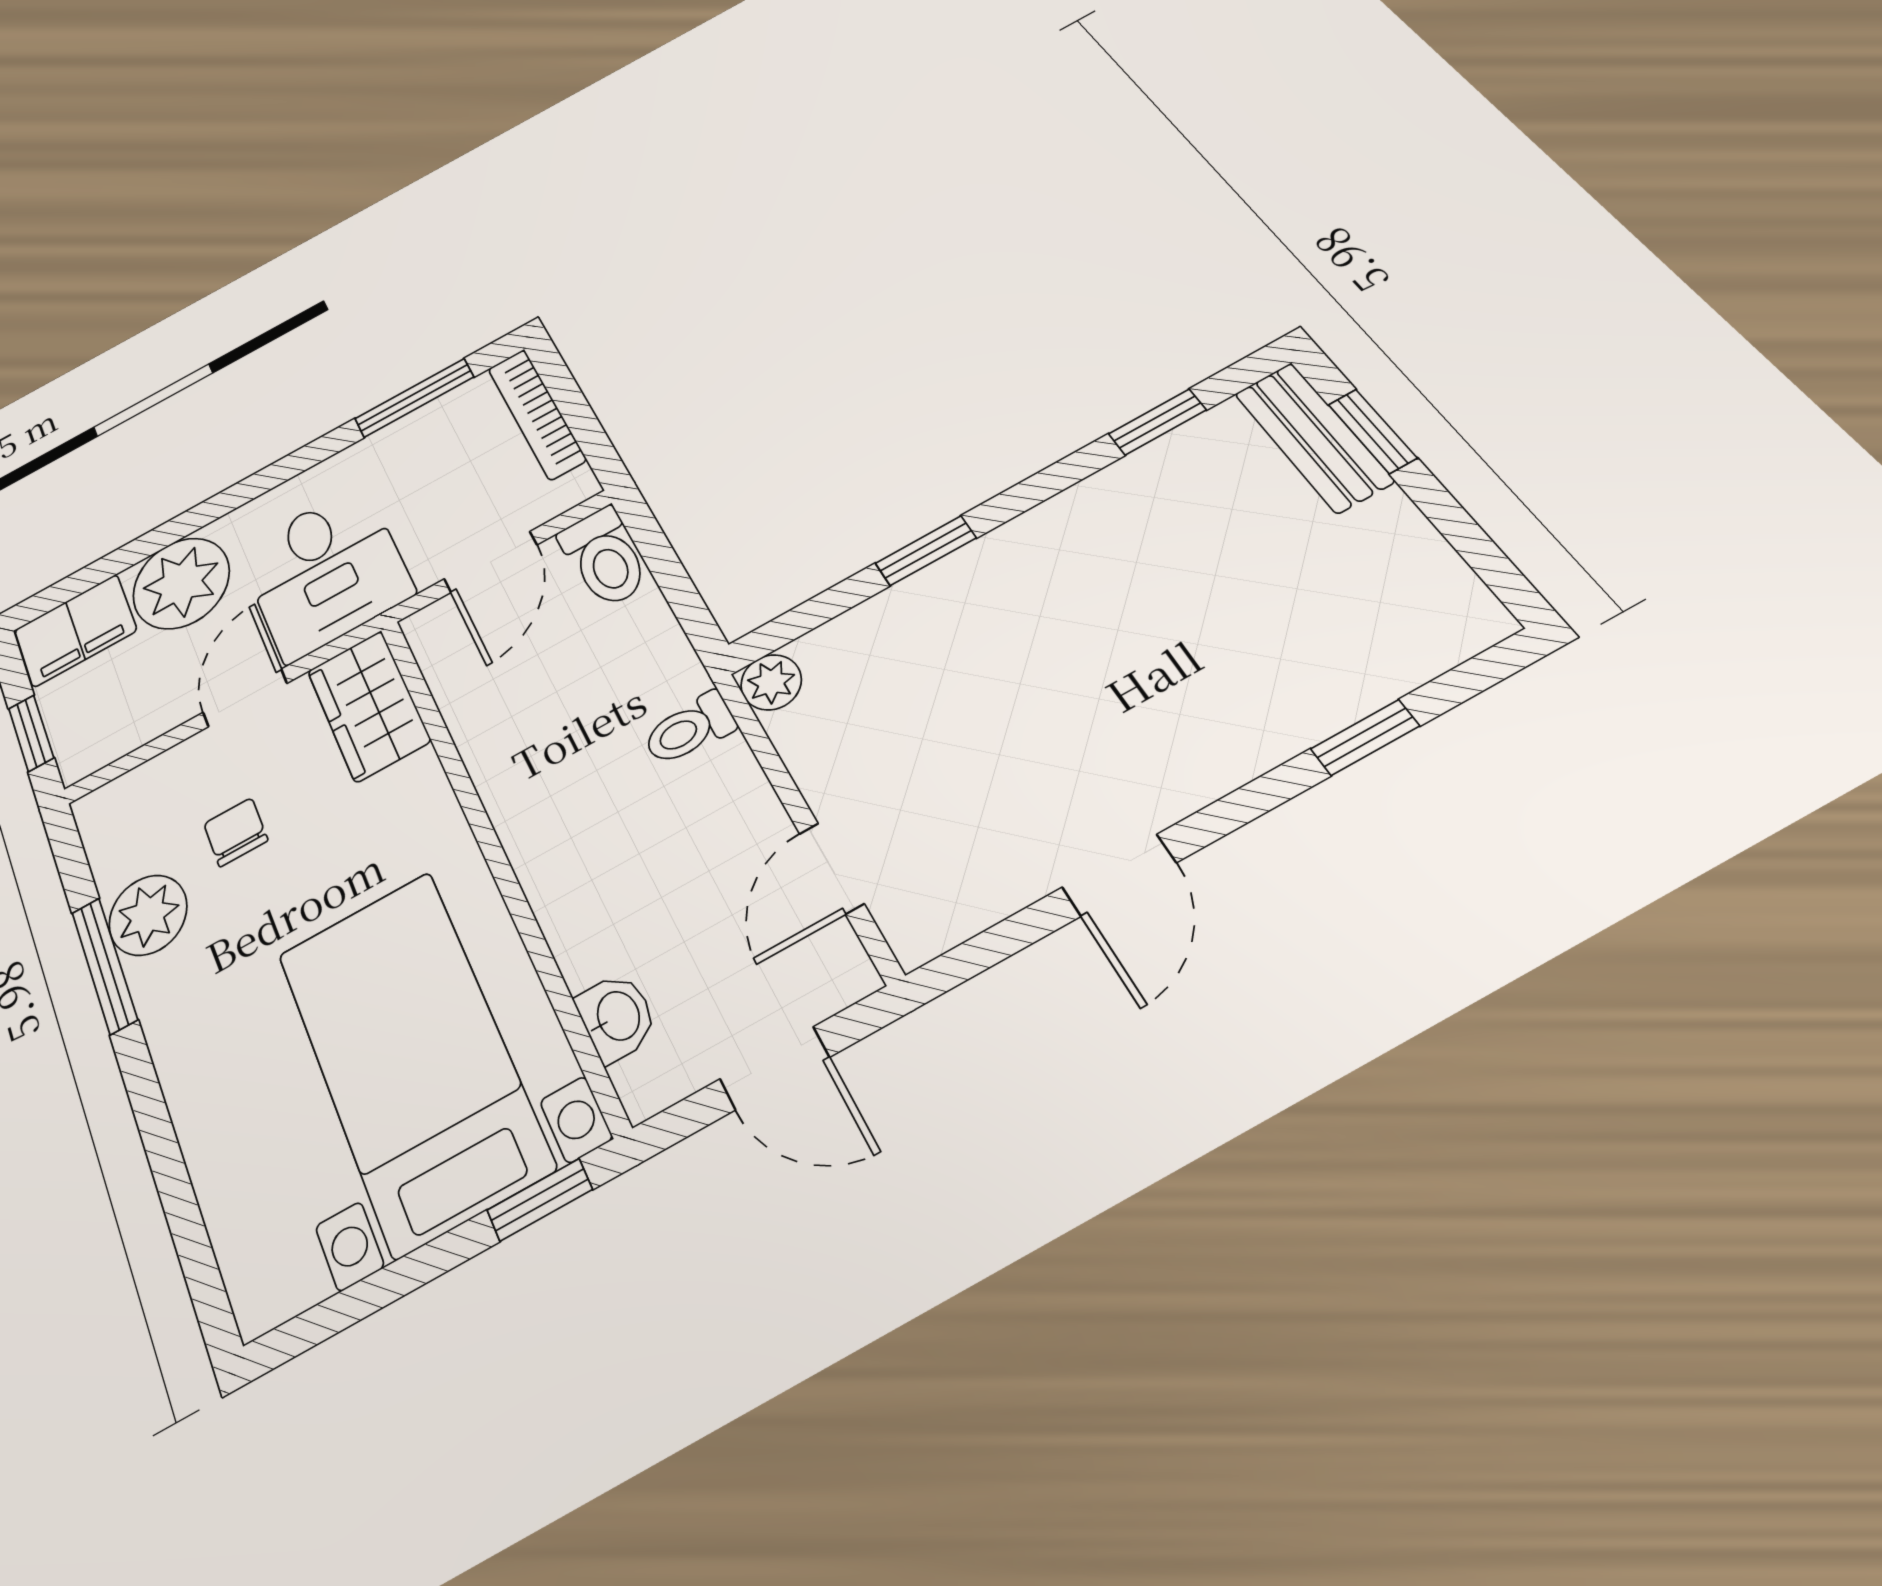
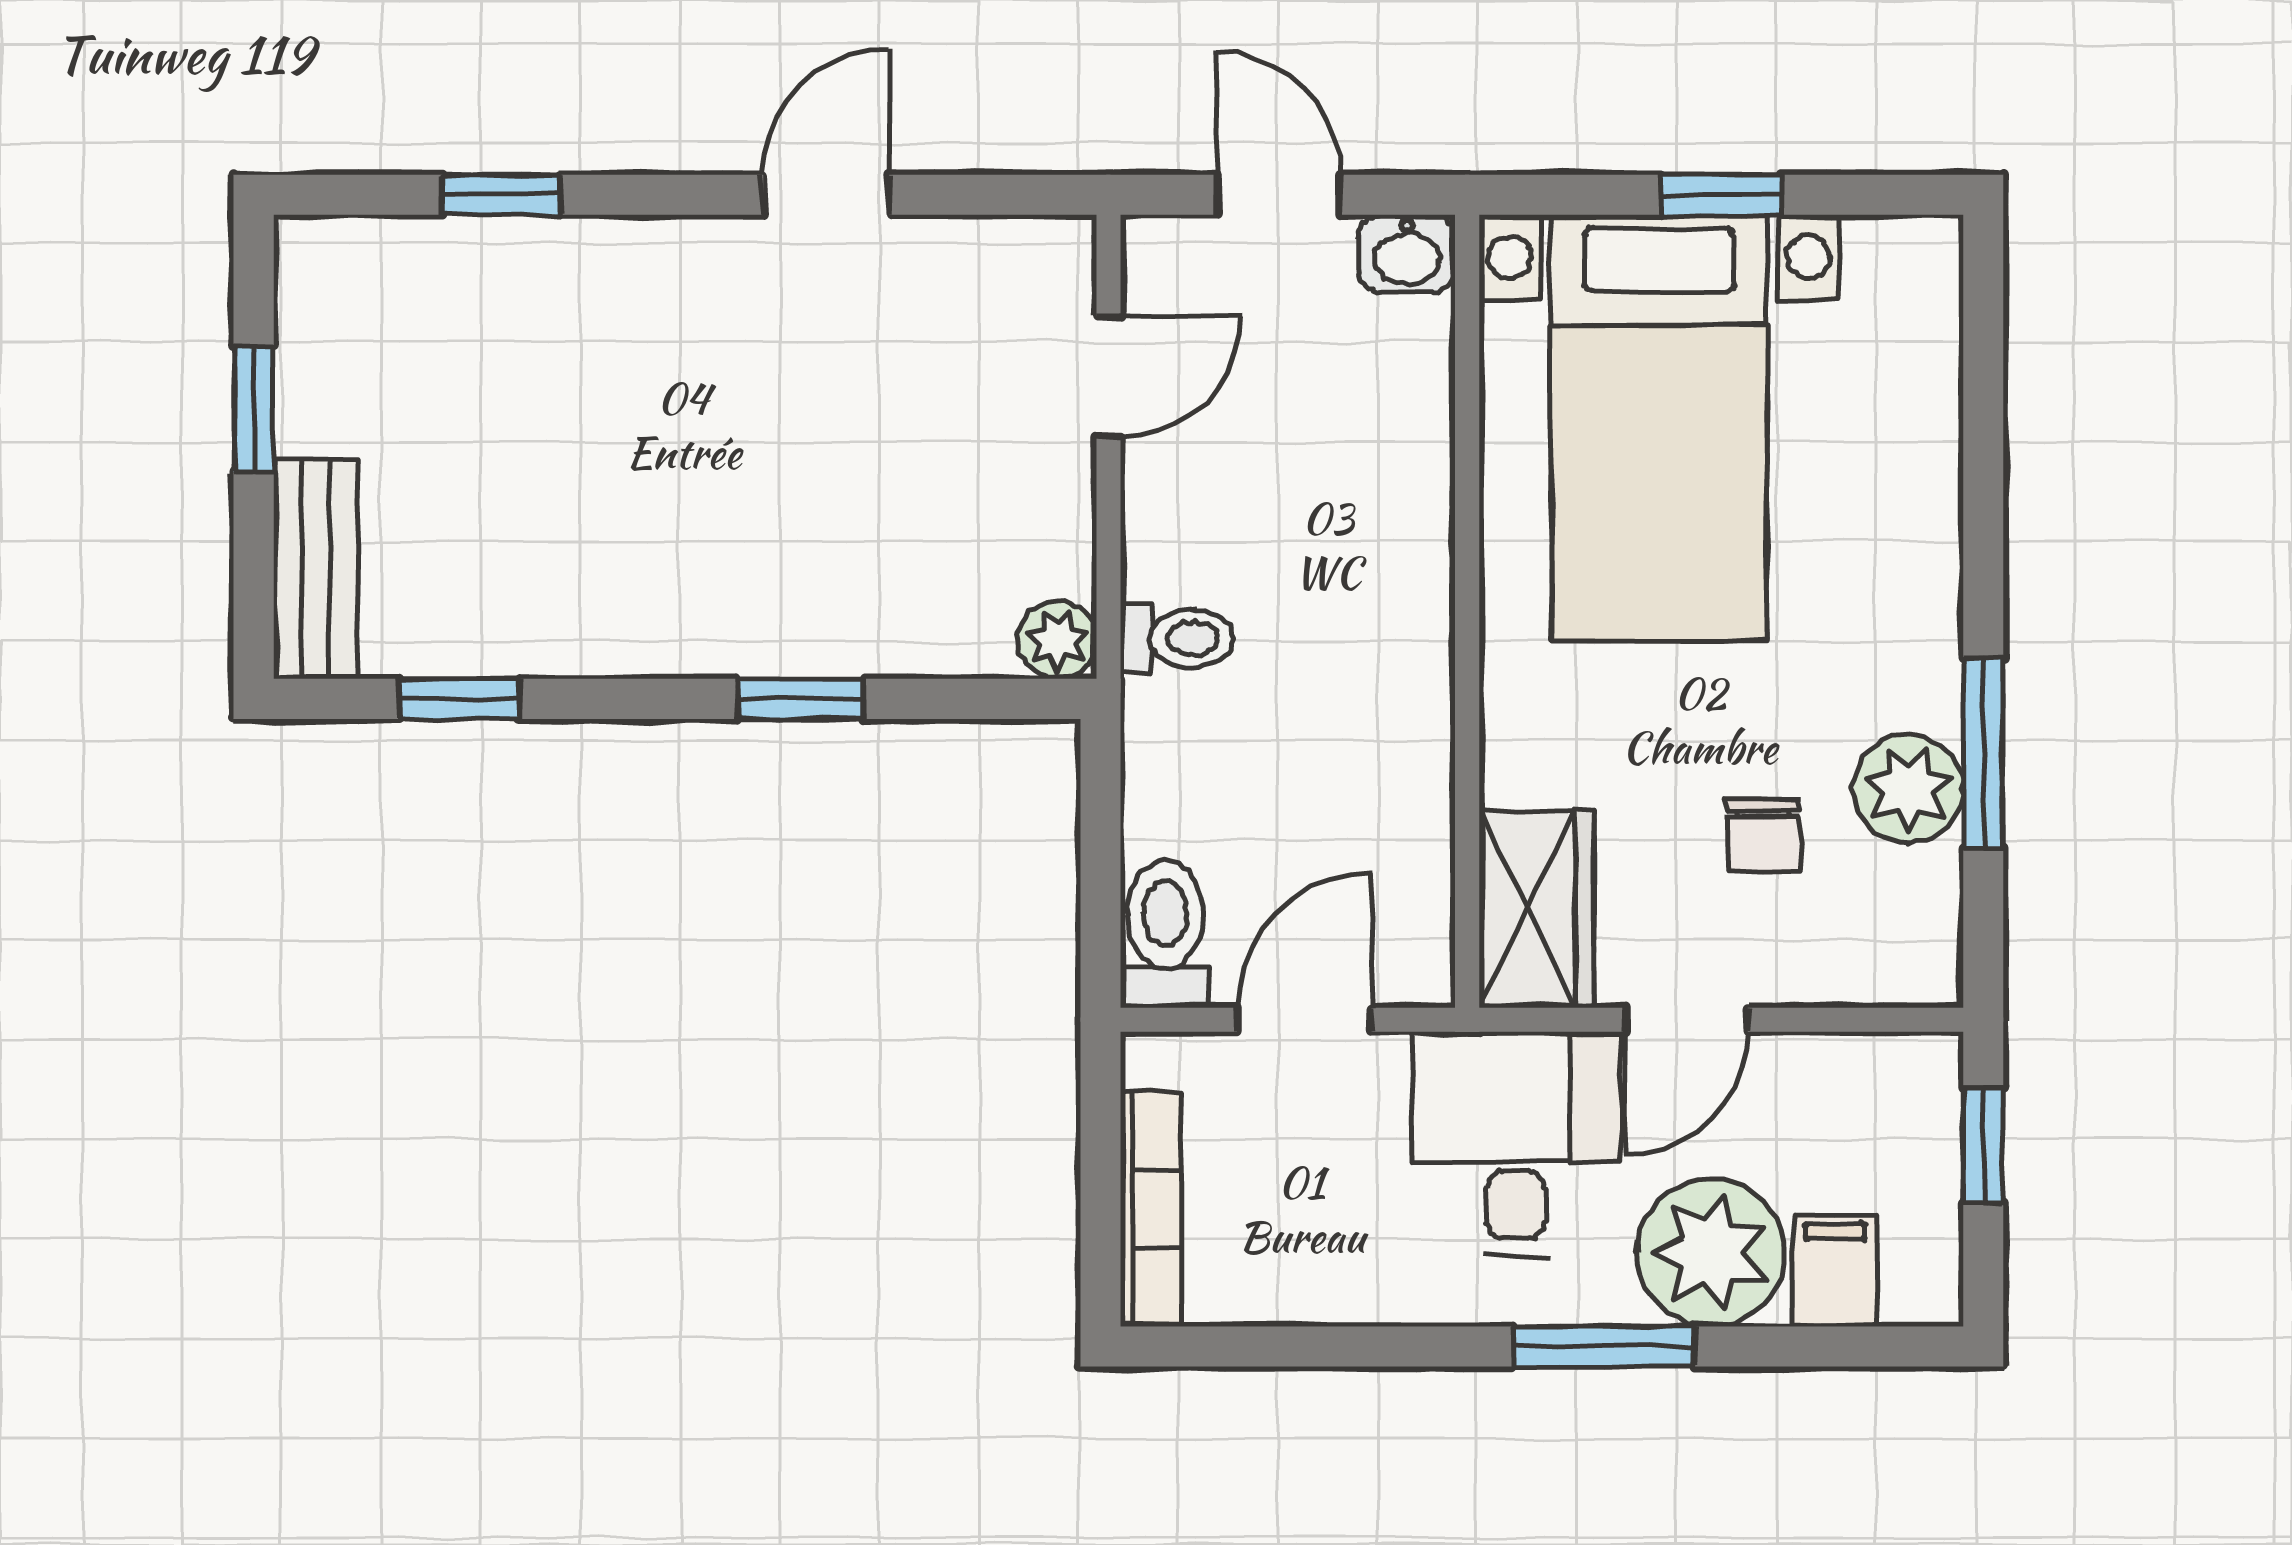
window: (414, 398) -> (1604, 1347), moved
window: (1372, 431) -> (254, 409), moved
filing cabinet: (75, 630) -> (1835, 1271), width x0.50
washbasin: (617, 1017) -> (1407, 254), moved, turned -90
window: (540, 1200) -> (1721, 195), moved

